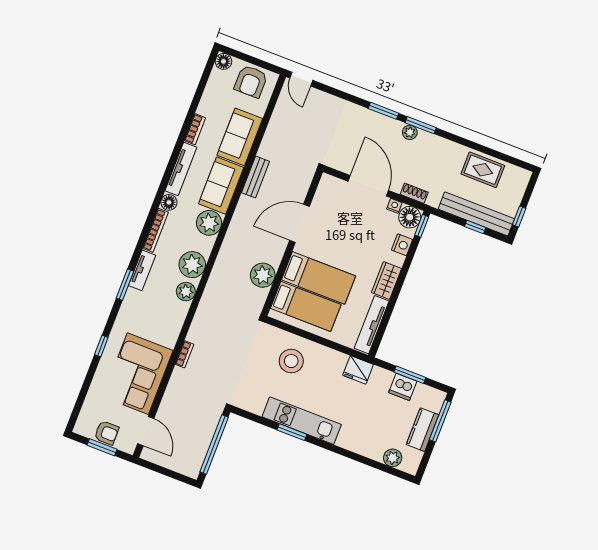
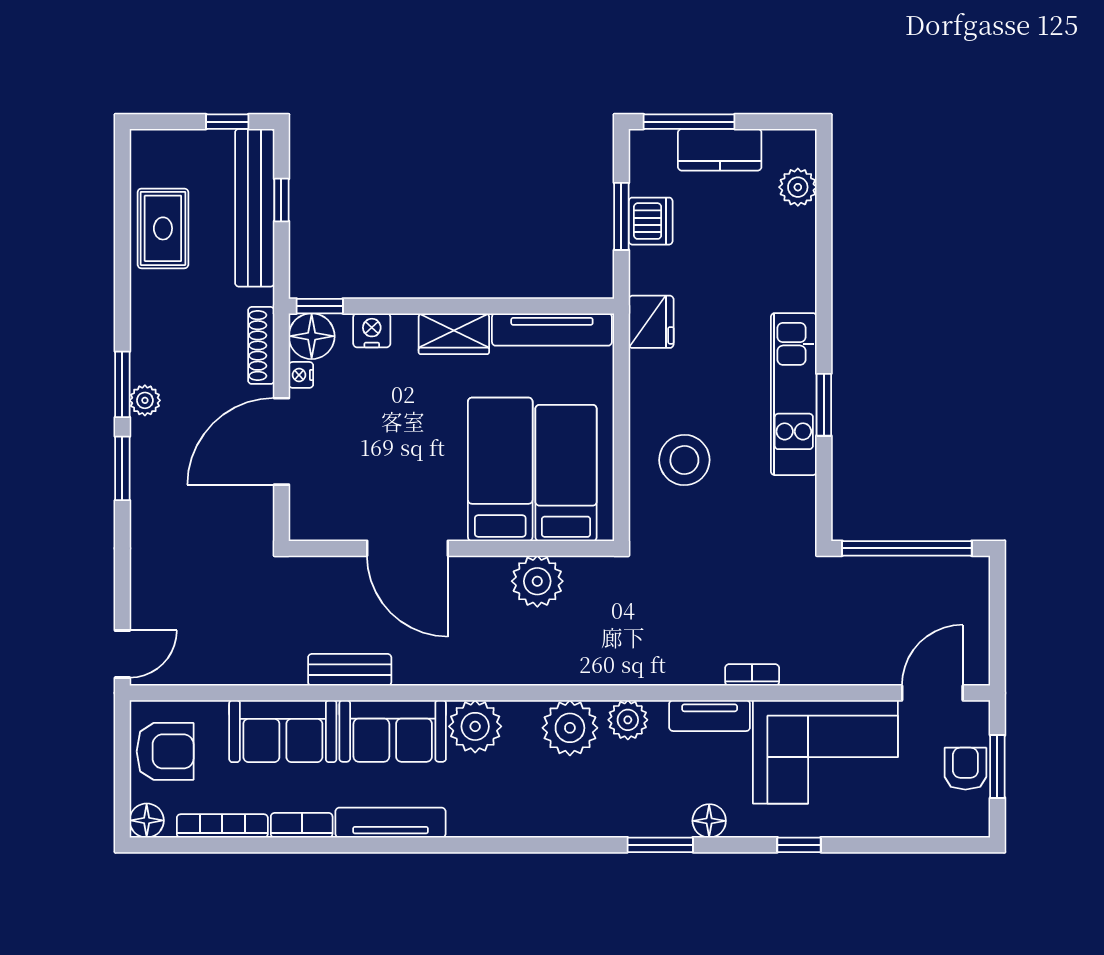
shoe rack: (414, 193) -> (261, 345), width x1.43
floor lamp: (169, 202) -> (709, 821), moved
bookcase: (156, 230) -> (222, 826), moved
tv unit: (142, 270) -> (710, 716), moved, turned 180

